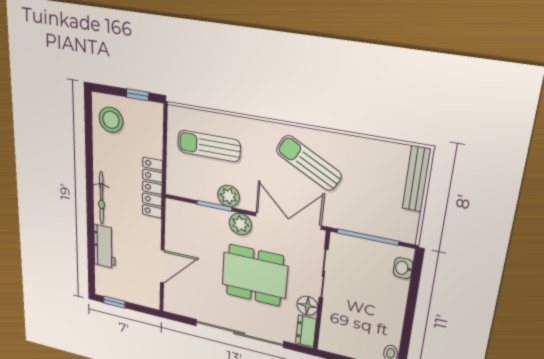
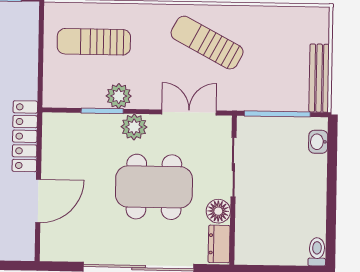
bench: (416, 179) -> (319, 78), moved
locker: (152, 188) -> (25, 136), moved
double door: (288, 221) -> (189, 112), width x0.73

